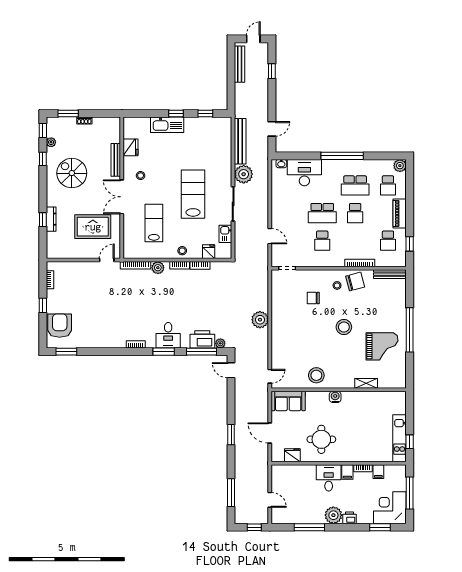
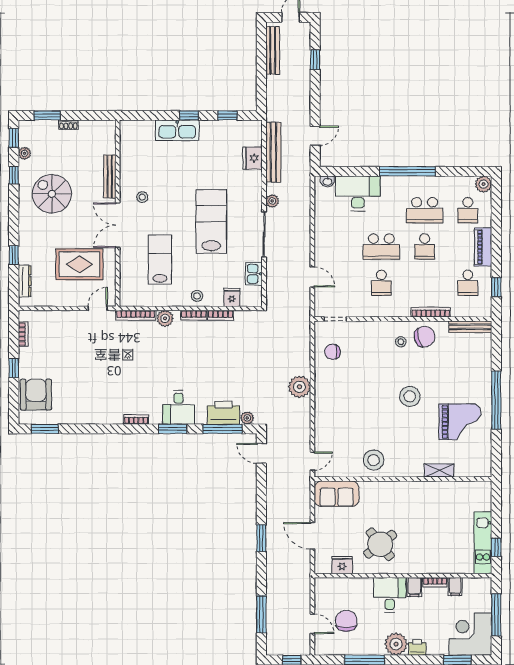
fridge: (130, 147) -> (253, 158), moved, turned 180
plant: (244, 174) -> (272, 201), width x0.53, depth x0.53
dresser: (51, 219) -> (25, 281), moved
chair: (313, 298) -> (332, 352), moved
water cooler: (335, 397) -> (398, 488), removed
round table: (321, 439) -> (380, 544), turned -38
chair: (296, 498) -> (346, 621), added

